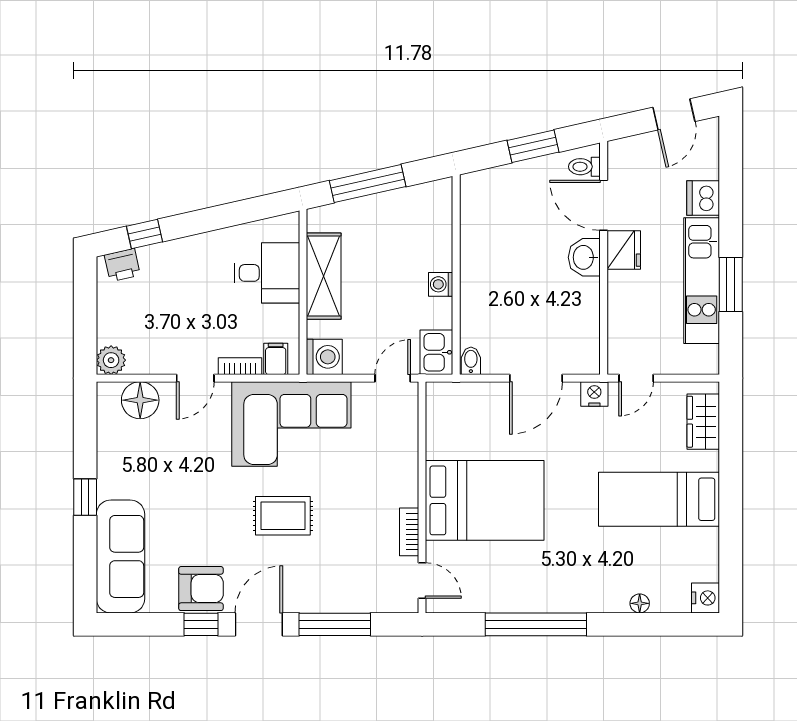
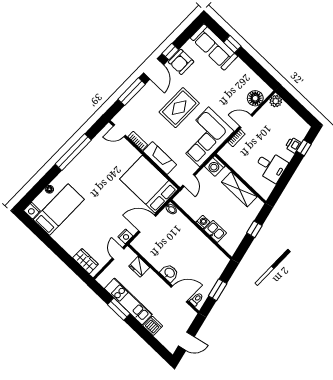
door: (674, 114) -> (186, 341), swing flipped
window: (368, 184) -> (254, 229), width x0.46
fridge: (624, 250) -> (139, 267), moved
printer: (122, 265) -> (293, 145), moved
desk: (267, 273) -> (271, 166), moved, turned -103
kitchen sink: (436, 352) -> (215, 231), moved
filing cabinet: (276, 359) -> (228, 151), removed
door: (195, 378) -> (246, 121), hinge flipped
door: (536, 378) -> (147, 223), hinge flipped
fireplace: (402, 465) -> (160, 158), added
window: (85, 497) -> (232, 44), moved
bed: (659, 499) -> (59, 210), moved
bed: (485, 500) -> (149, 184), moved, turned 90
rug: (283, 516) -> (179, 108), width x1.36, depth x1.43

